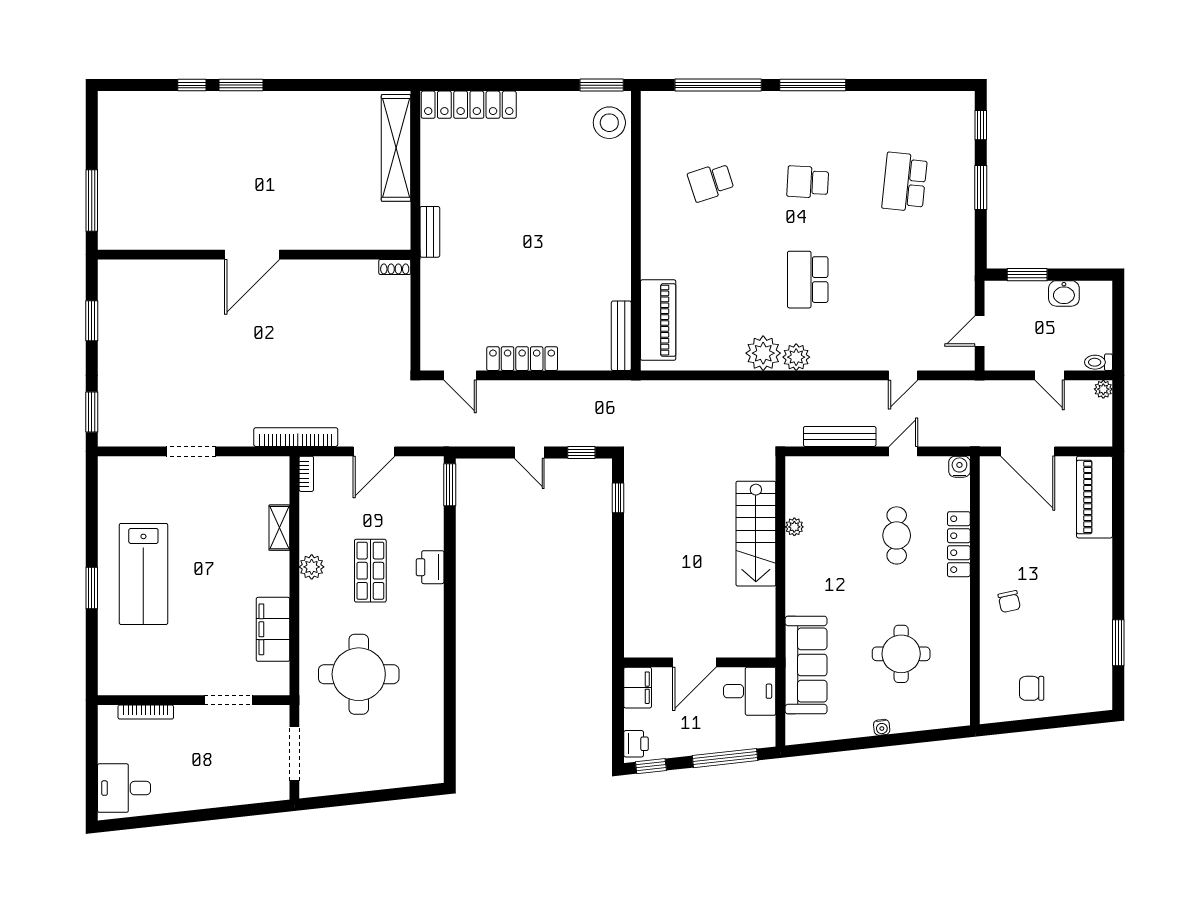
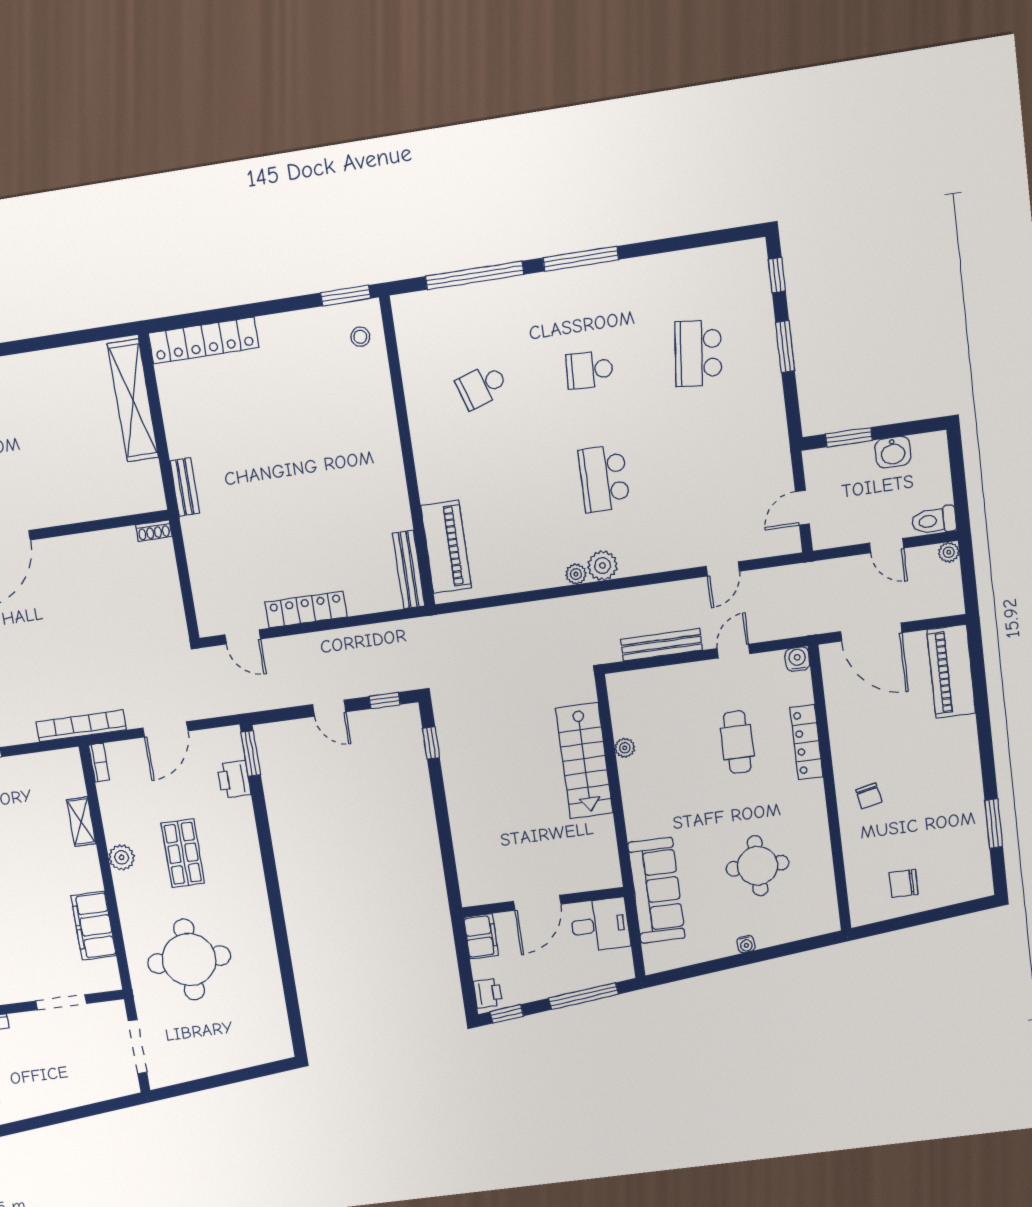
stool: (609, 123) -> (360, 337), width x0.53, depth x0.53
plant: (763, 353) -> (576, 574), width x0.53, depth x0.53
toilet: (1099, 362) -> (934, 521), width x1.37, depth x1.39
printer: (430, 567) -> (234, 779), moved

